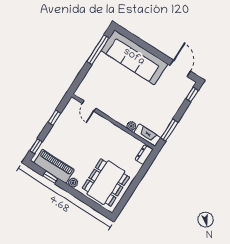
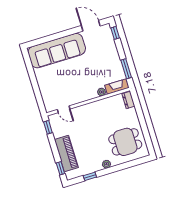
window: (98, 50) -> (31, 71), removed
window: (54, 118) -> (48, 127), moved
piano: (54, 166) -> (66, 154), moved, turned 90
dining table: (106, 183) -> (125, 142), width x0.73

